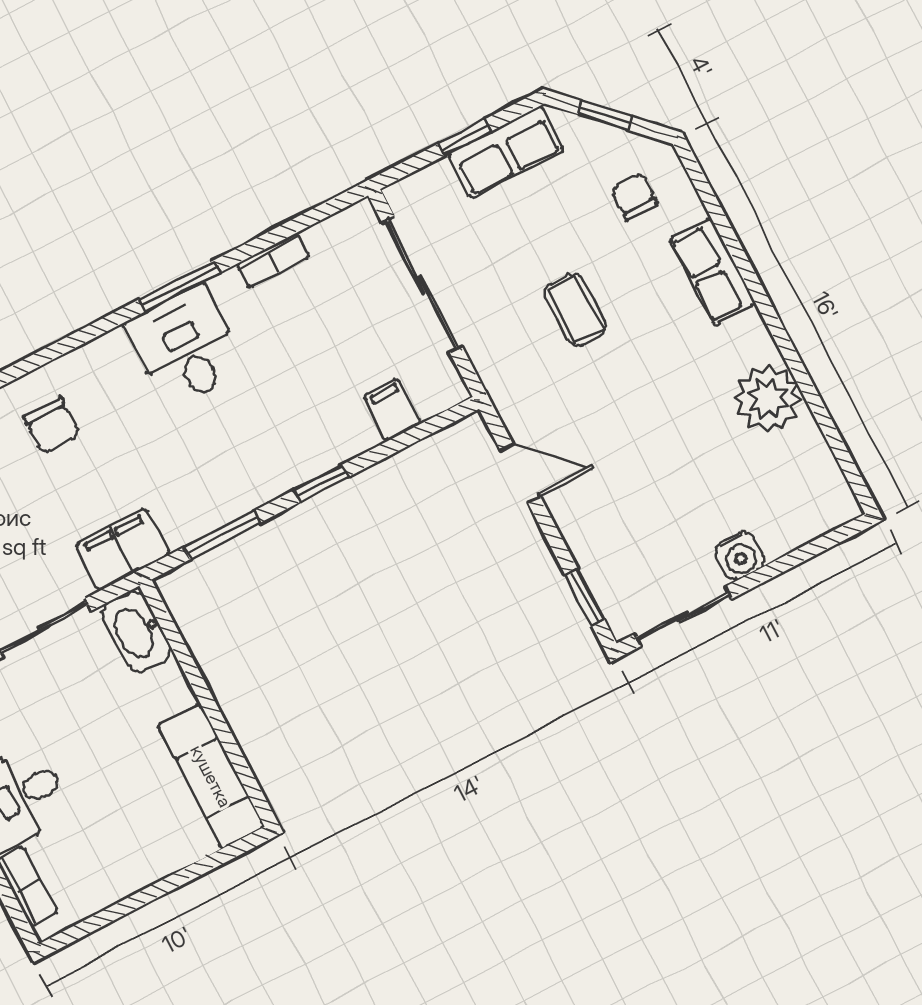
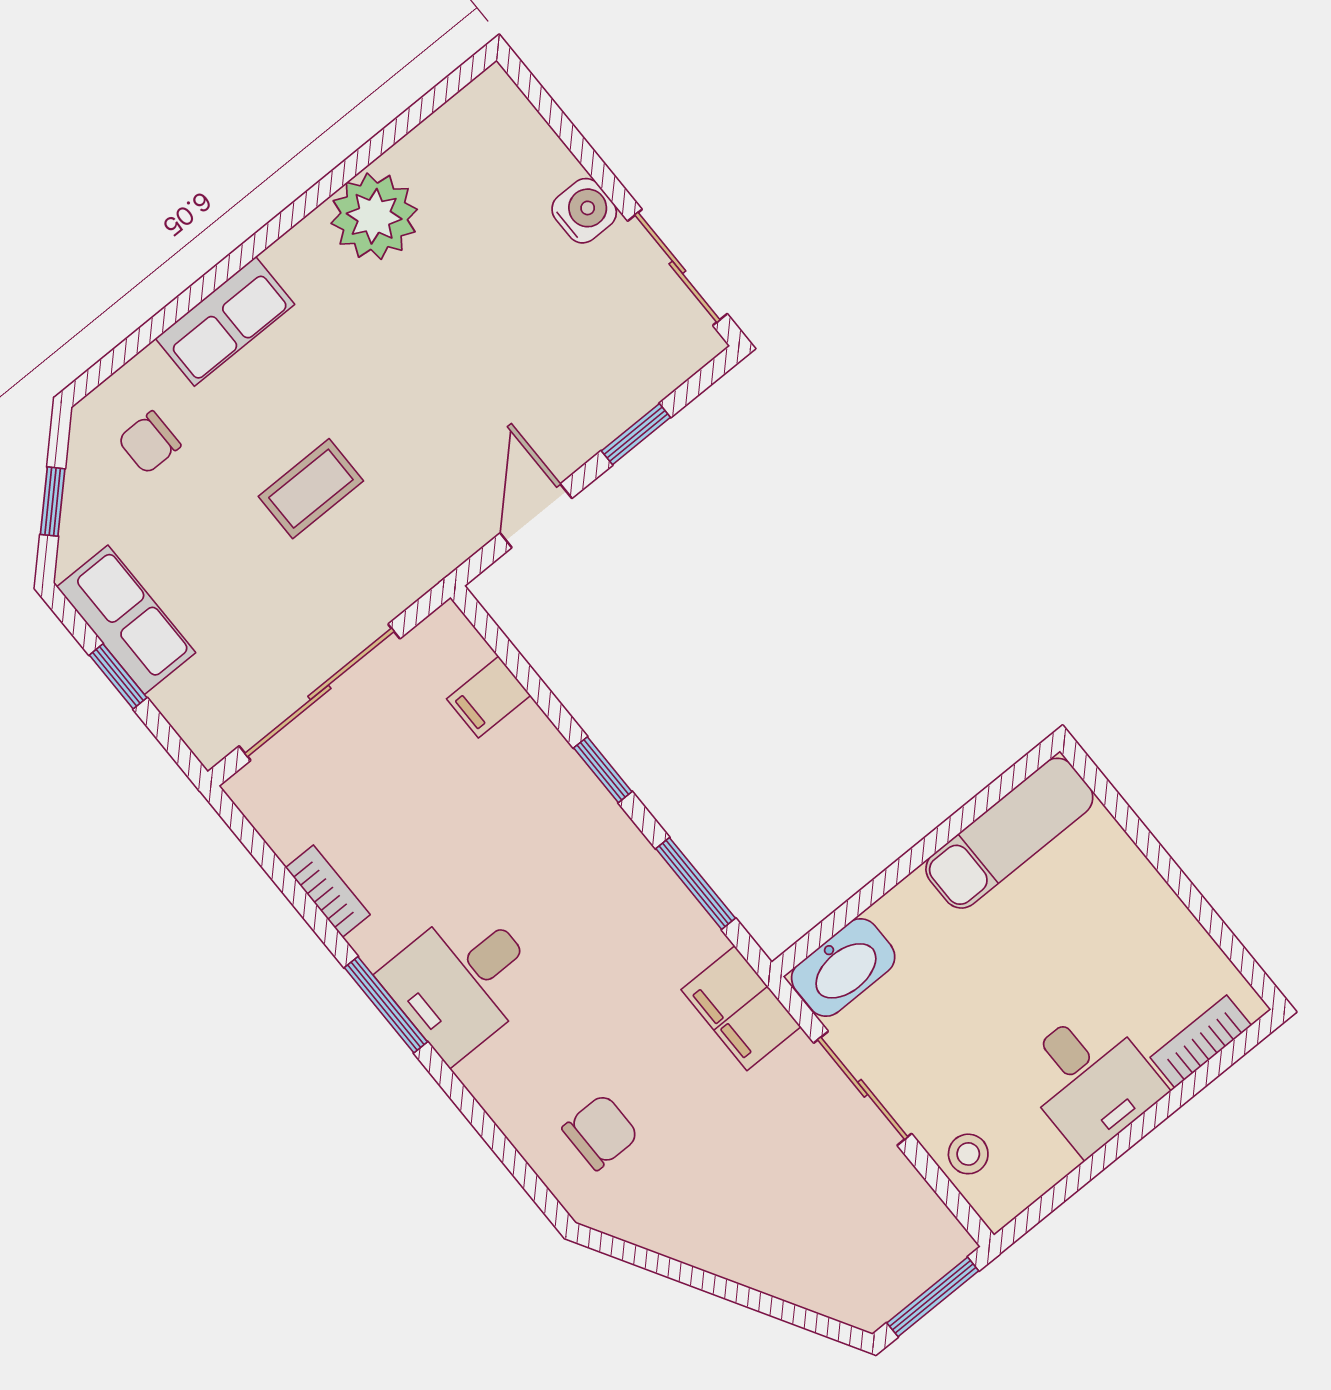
window: (585, 597) -> (636, 434), moved

